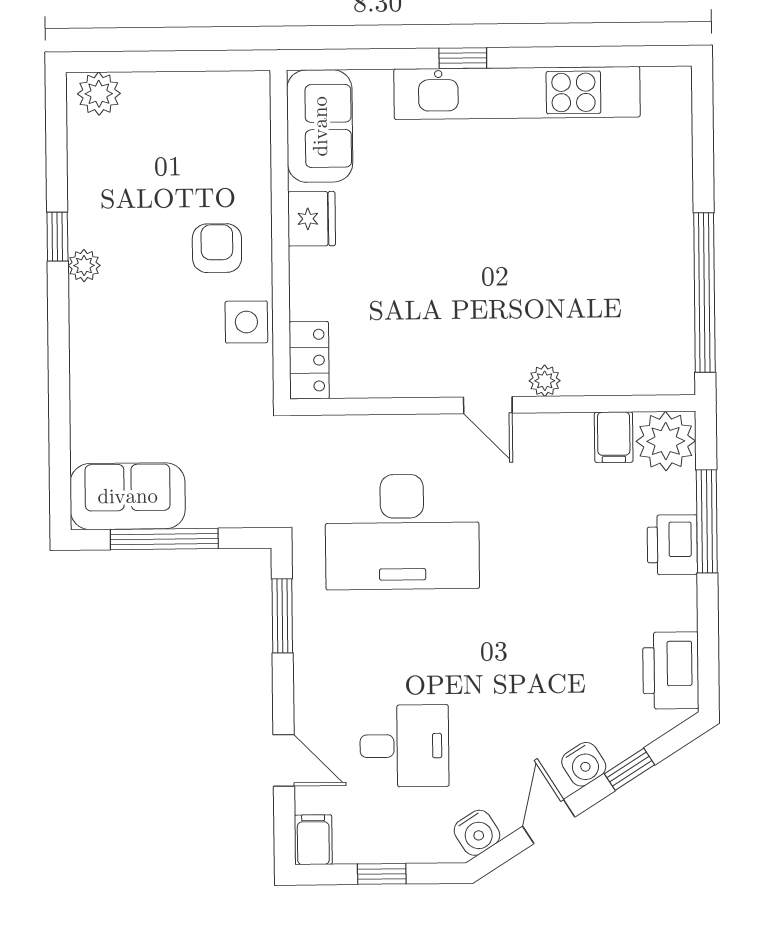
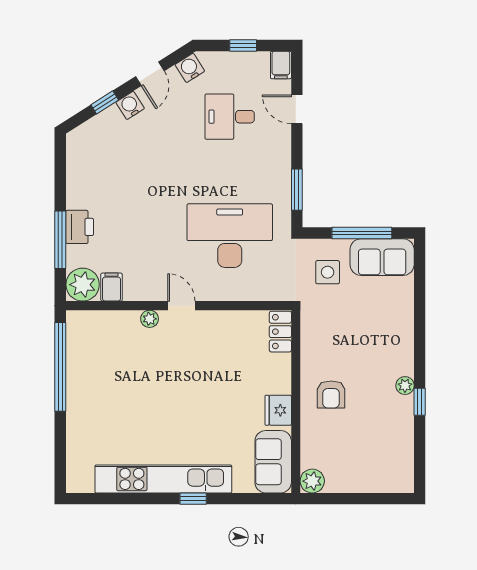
plant: (99, 94) -> (312, 481), moved
side table: (246, 322) -> (328, 272), moved
printer: (671, 670) -> (81, 157), removed

